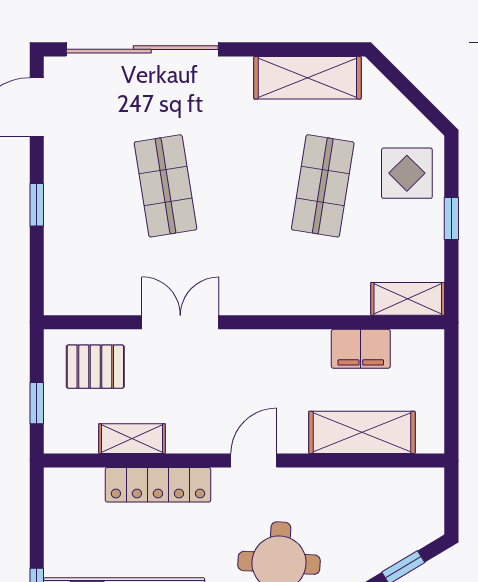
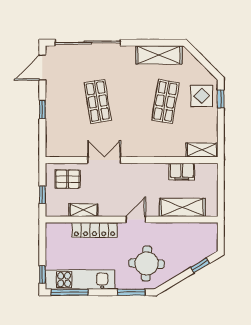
window: (451, 218) -> (221, 99), moved

